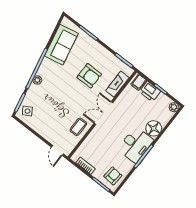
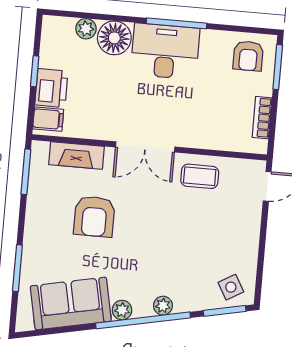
plant: (46, 63) -> (122, 310), added
armchair: (89, 76) -> (94, 216), turned 180
plant: (174, 107) -> (86, 29), moved
armchair: (113, 176) -> (248, 56), turned -95

